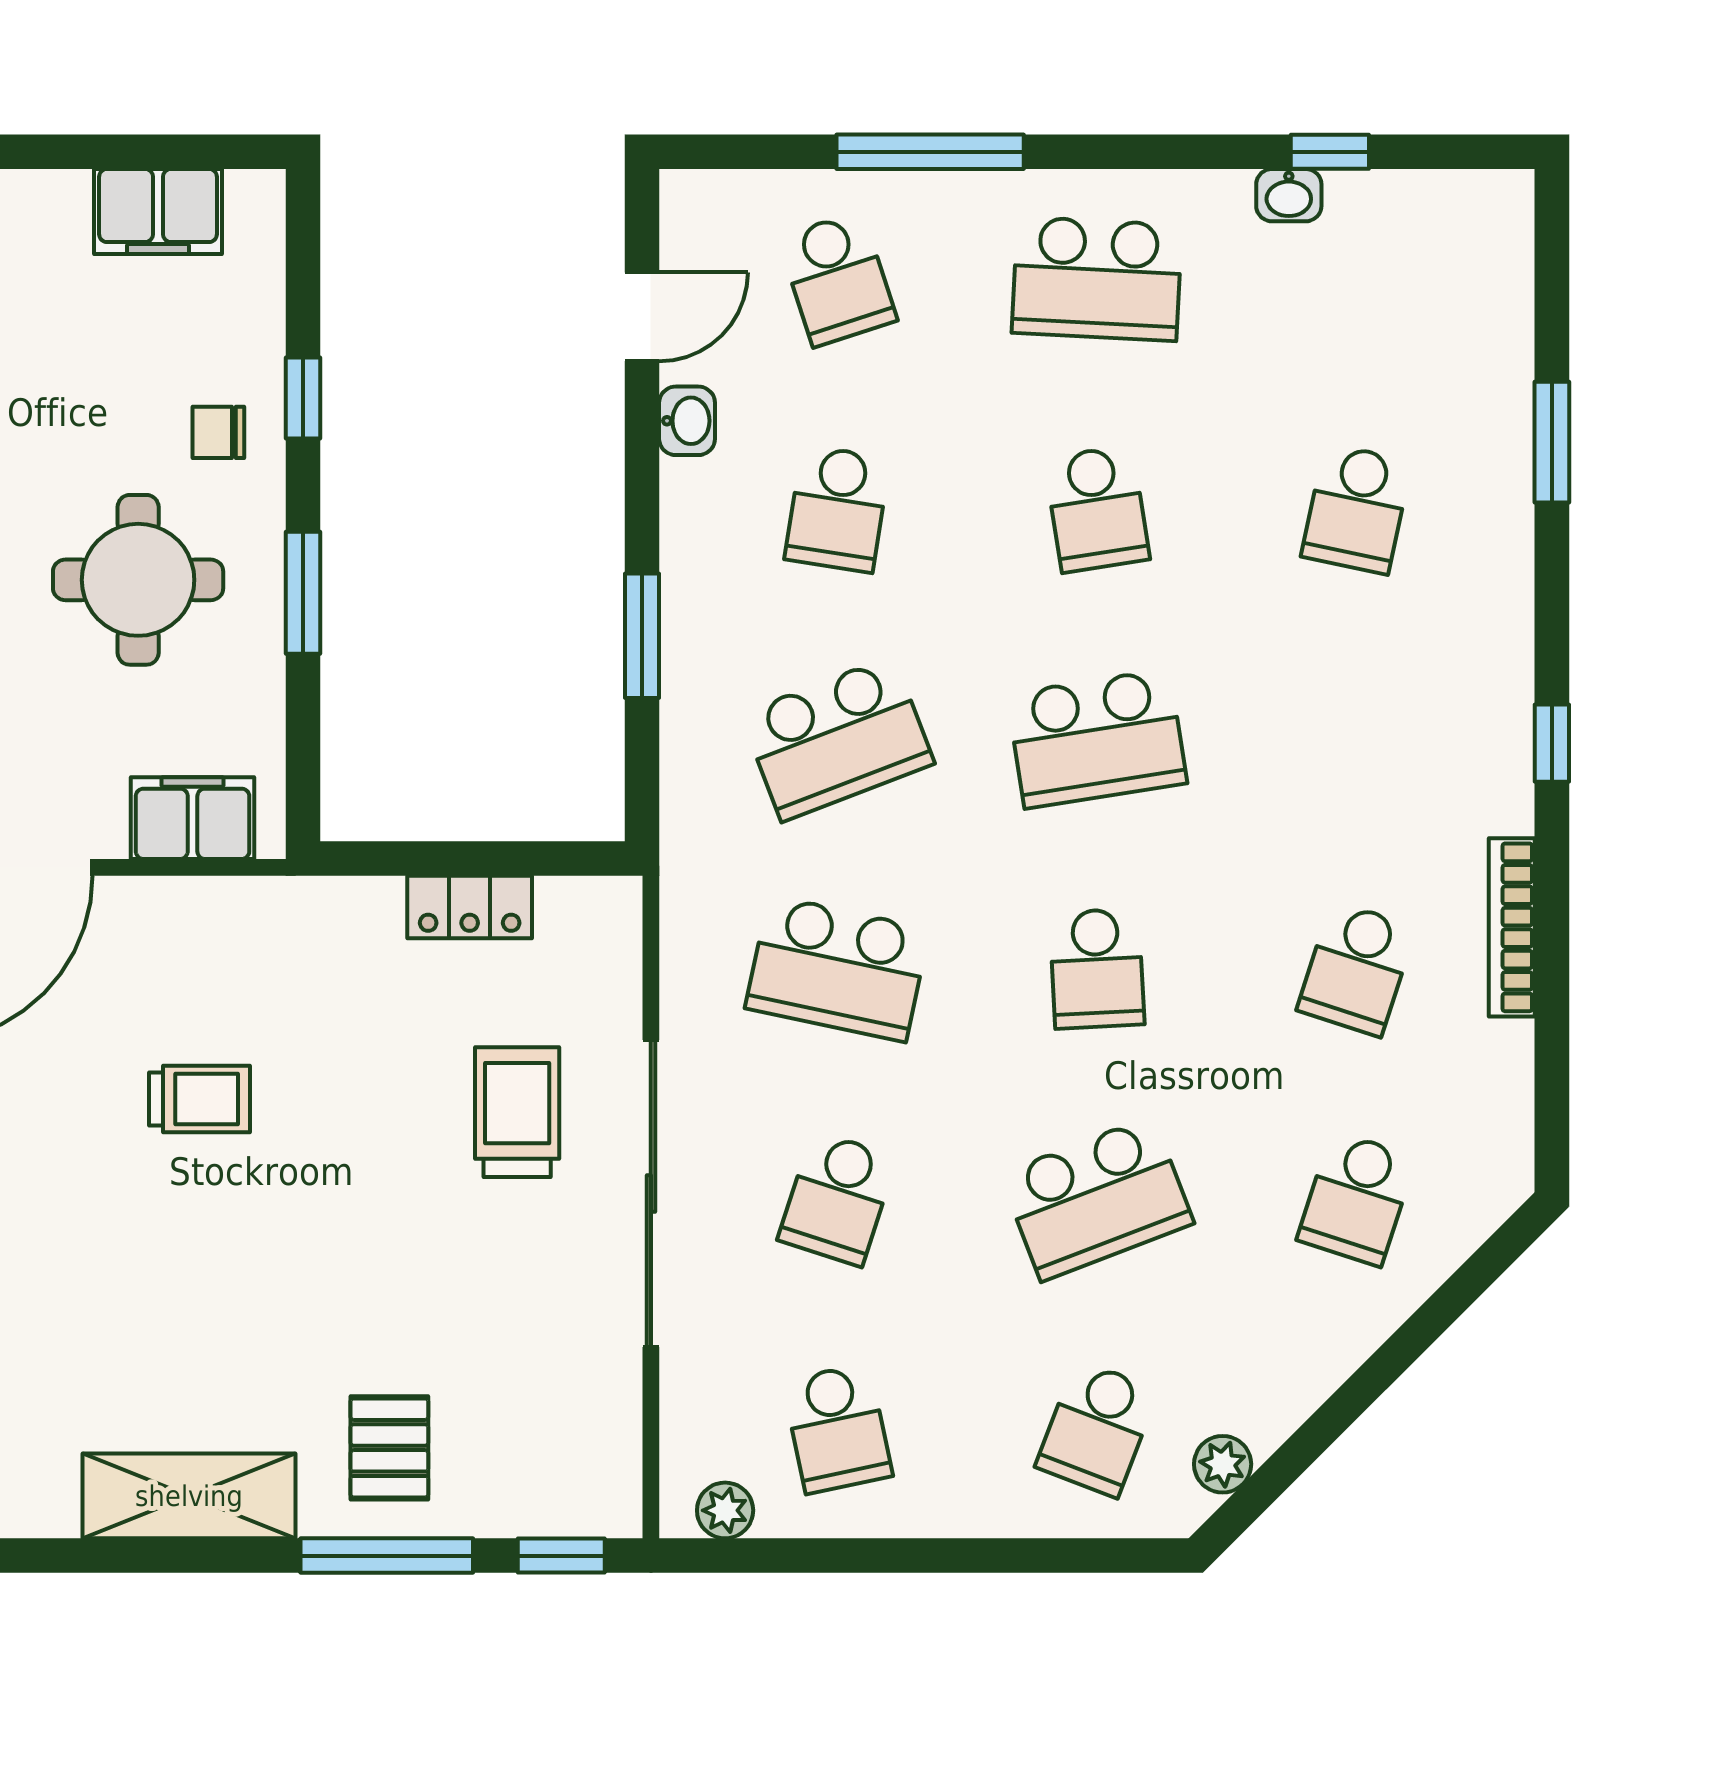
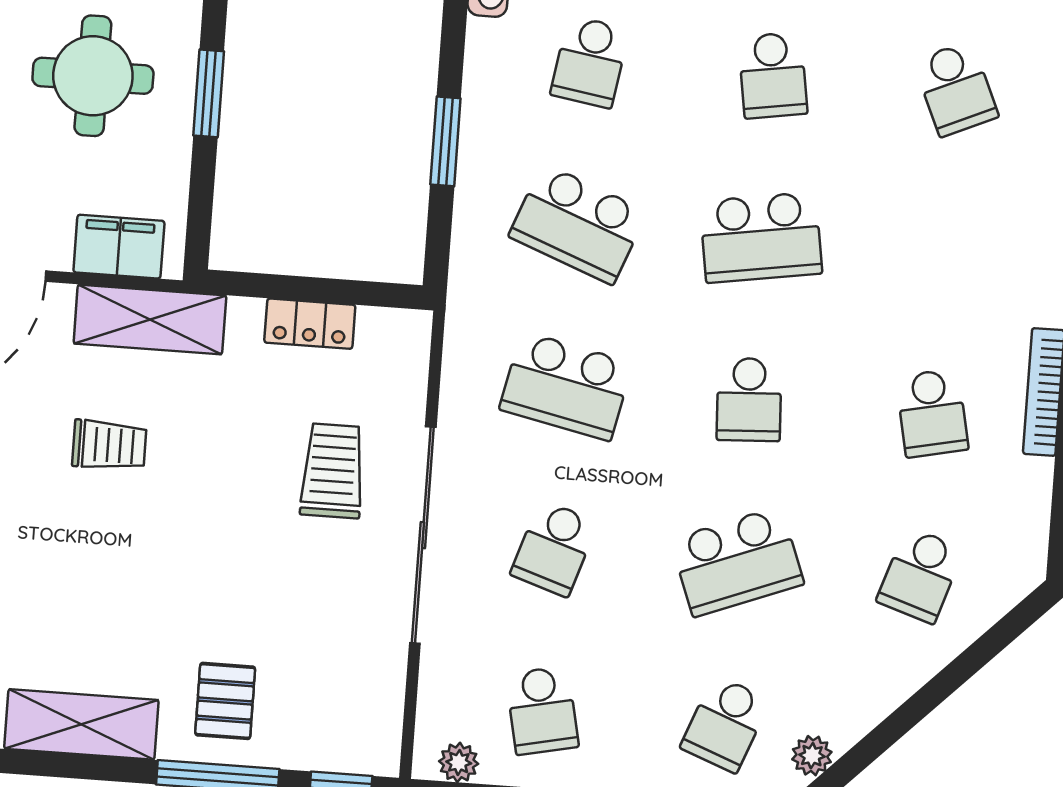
school desk: (1356, 509) -> (956, 89), turned -36
school desk: (837, 739) -> (578, 224), turned 42
shelving: (244, 918) -> (150, 319), added
school desk: (1356, 969) -> (932, 413), turned -30

